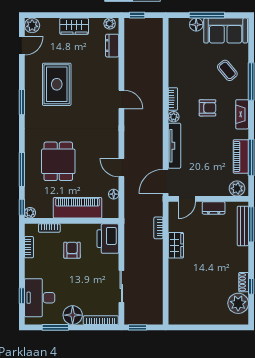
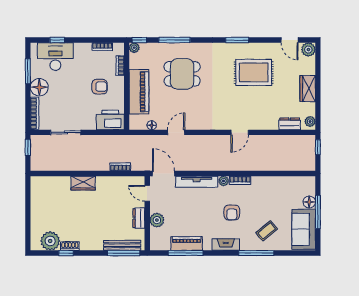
plant: (237, 188) -> (157, 220), moved
wardrobe: (176, 245) -> (83, 183), moved

